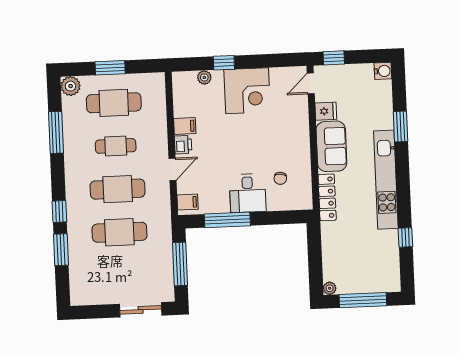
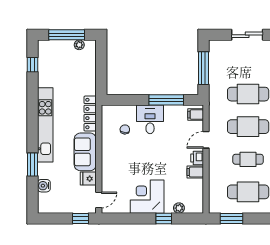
window: (110, 68) -> (232, 219), moved
water cooler: (383, 71) -> (44, 186), moved
window: (405, 237) -> (32, 65), moved
plant: (330, 288) -> (79, 45), moved
sliding door: (141, 310) -> (247, 35), moved

